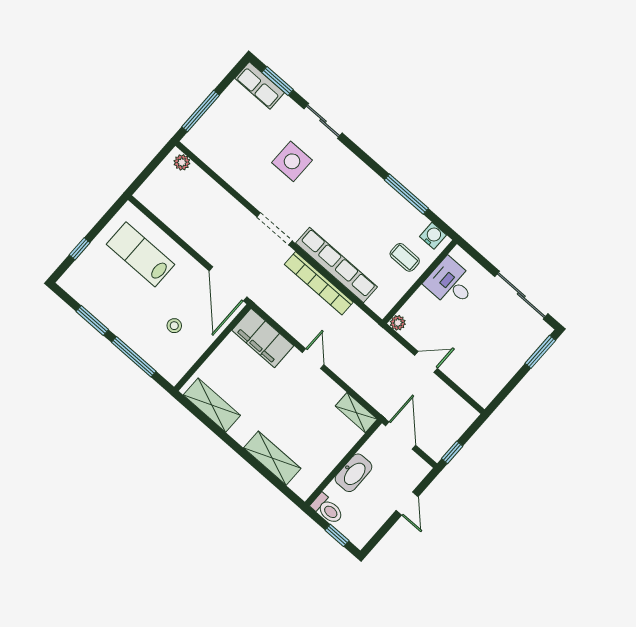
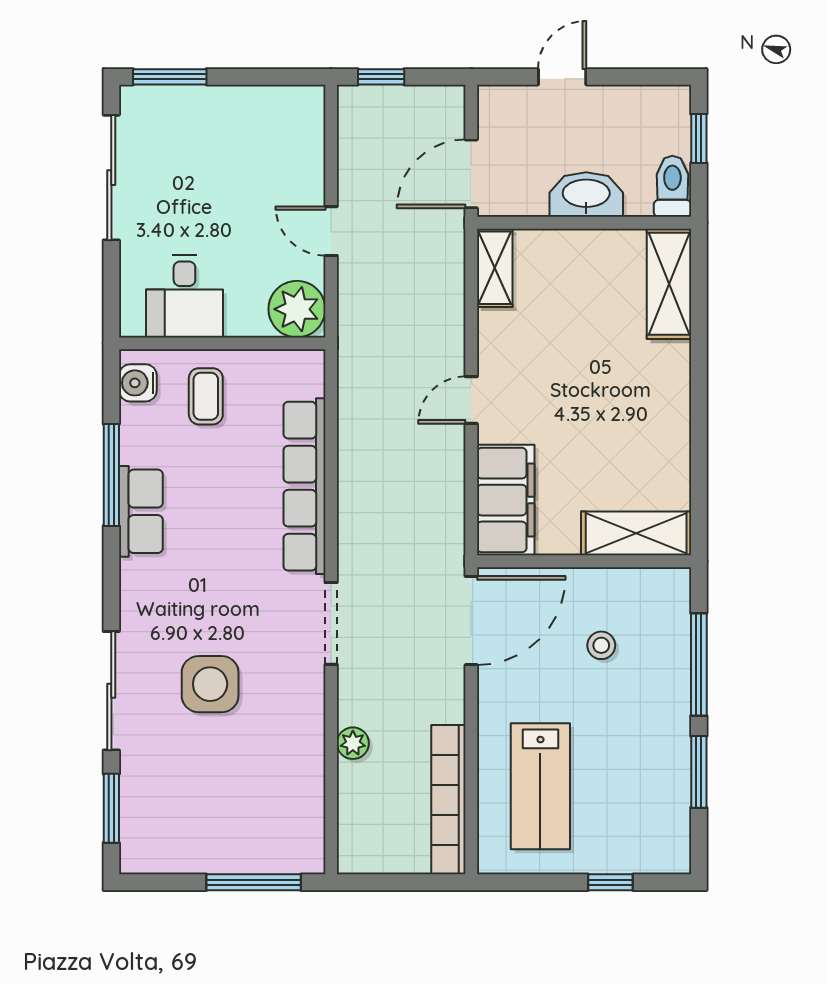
row of seats: (260, 85) -> (141, 511), moved
sliding door: (323, 121) -> (111, 691), width x1.37
plant: (182, 162) -> (353, 743), moved
bookcase: (319, 283) -> (448, 800), moved, turned 180
plant: (398, 323) -> (297, 309), width x1.88, depth x1.88
shelving: (212, 405) -> (636, 533), moved, turned 90
window: (452, 452) -> (381, 77), moved
shelving: (272, 458) -> (669, 284), moved

